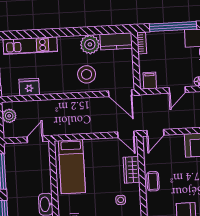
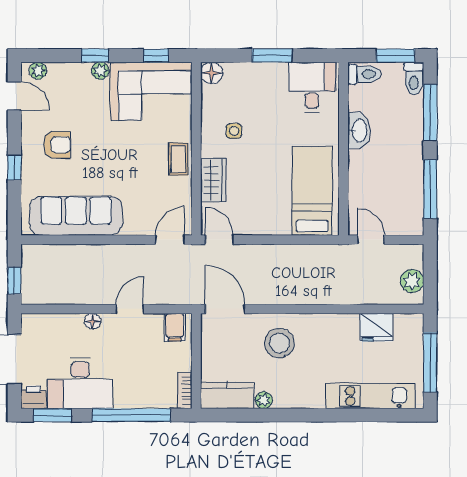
plant: (90, 44) -> (264, 400), width x0.53, depth x0.53
door: (35, 139) -> (371, 240), swing flipped

